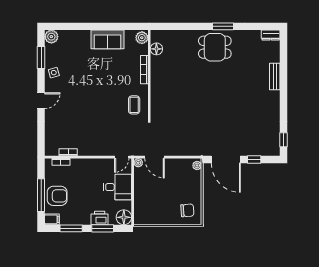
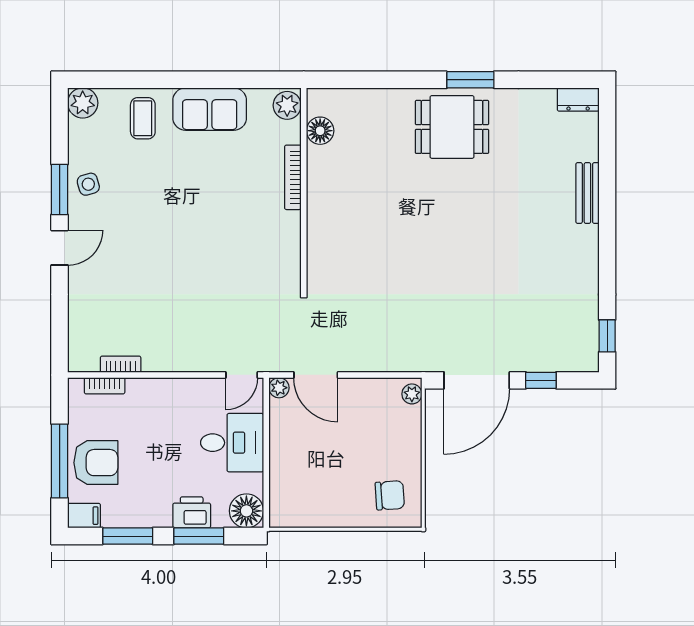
window: (41, 57) -> (60, 190), moved
coffee table: (134, 105) -> (143, 118), moved
door: (226, 159) -> (477, 380), hinge flipped

